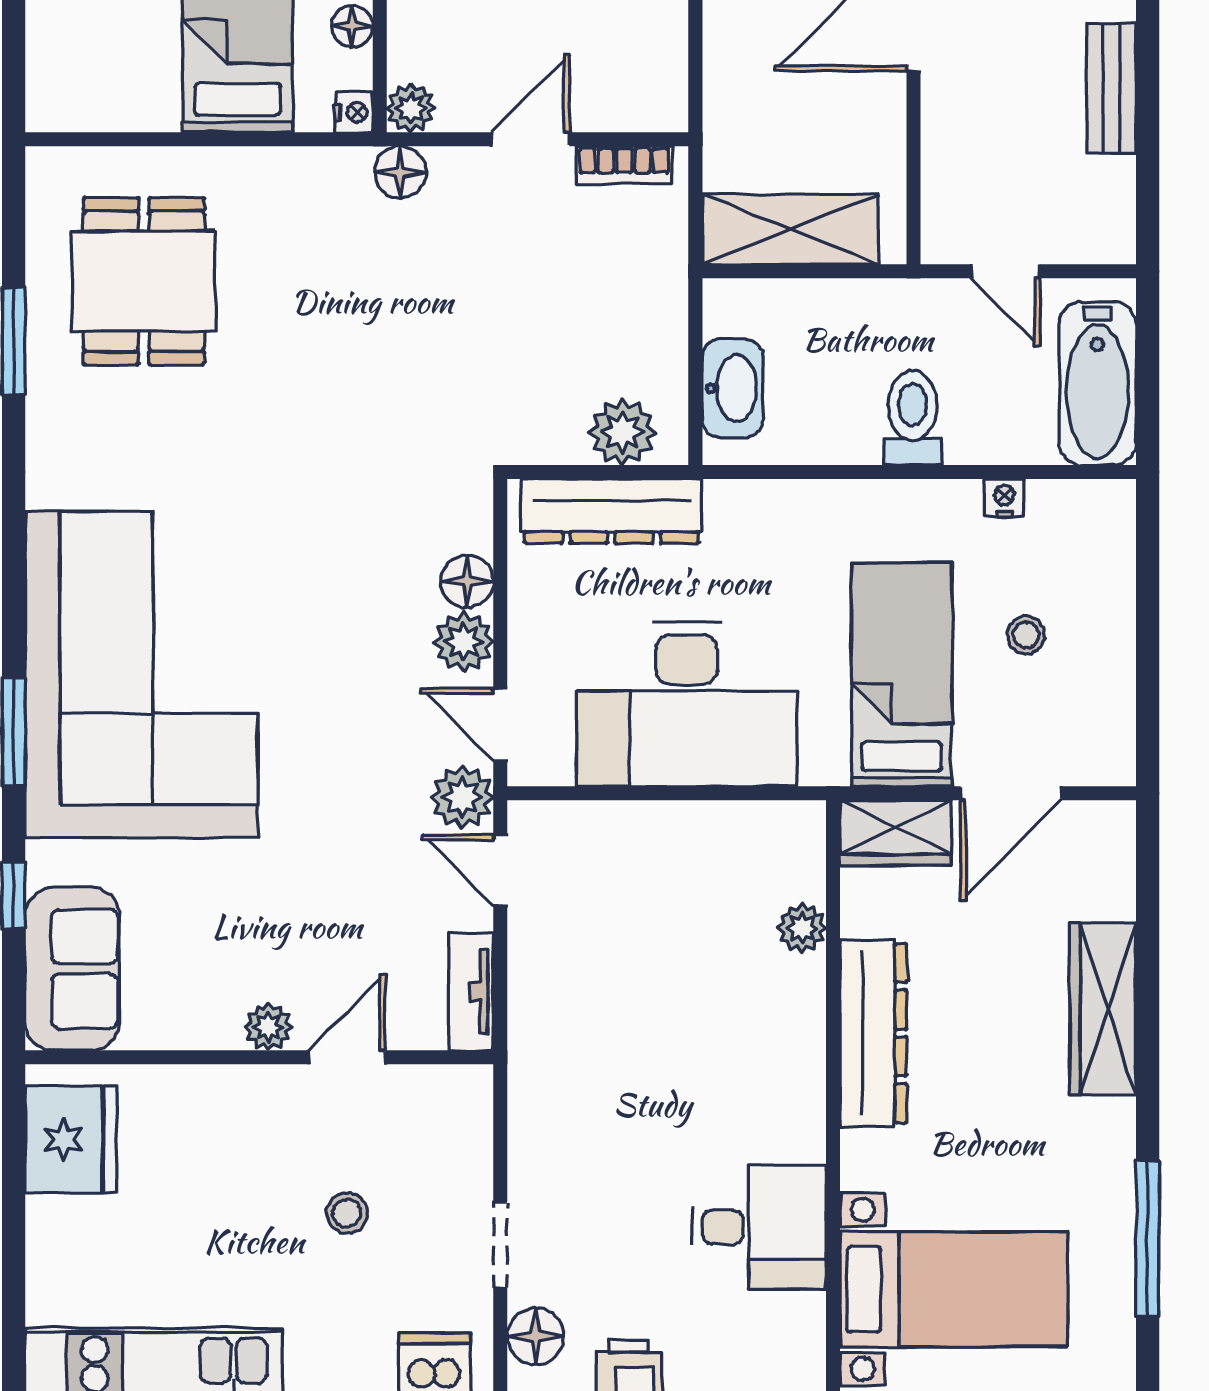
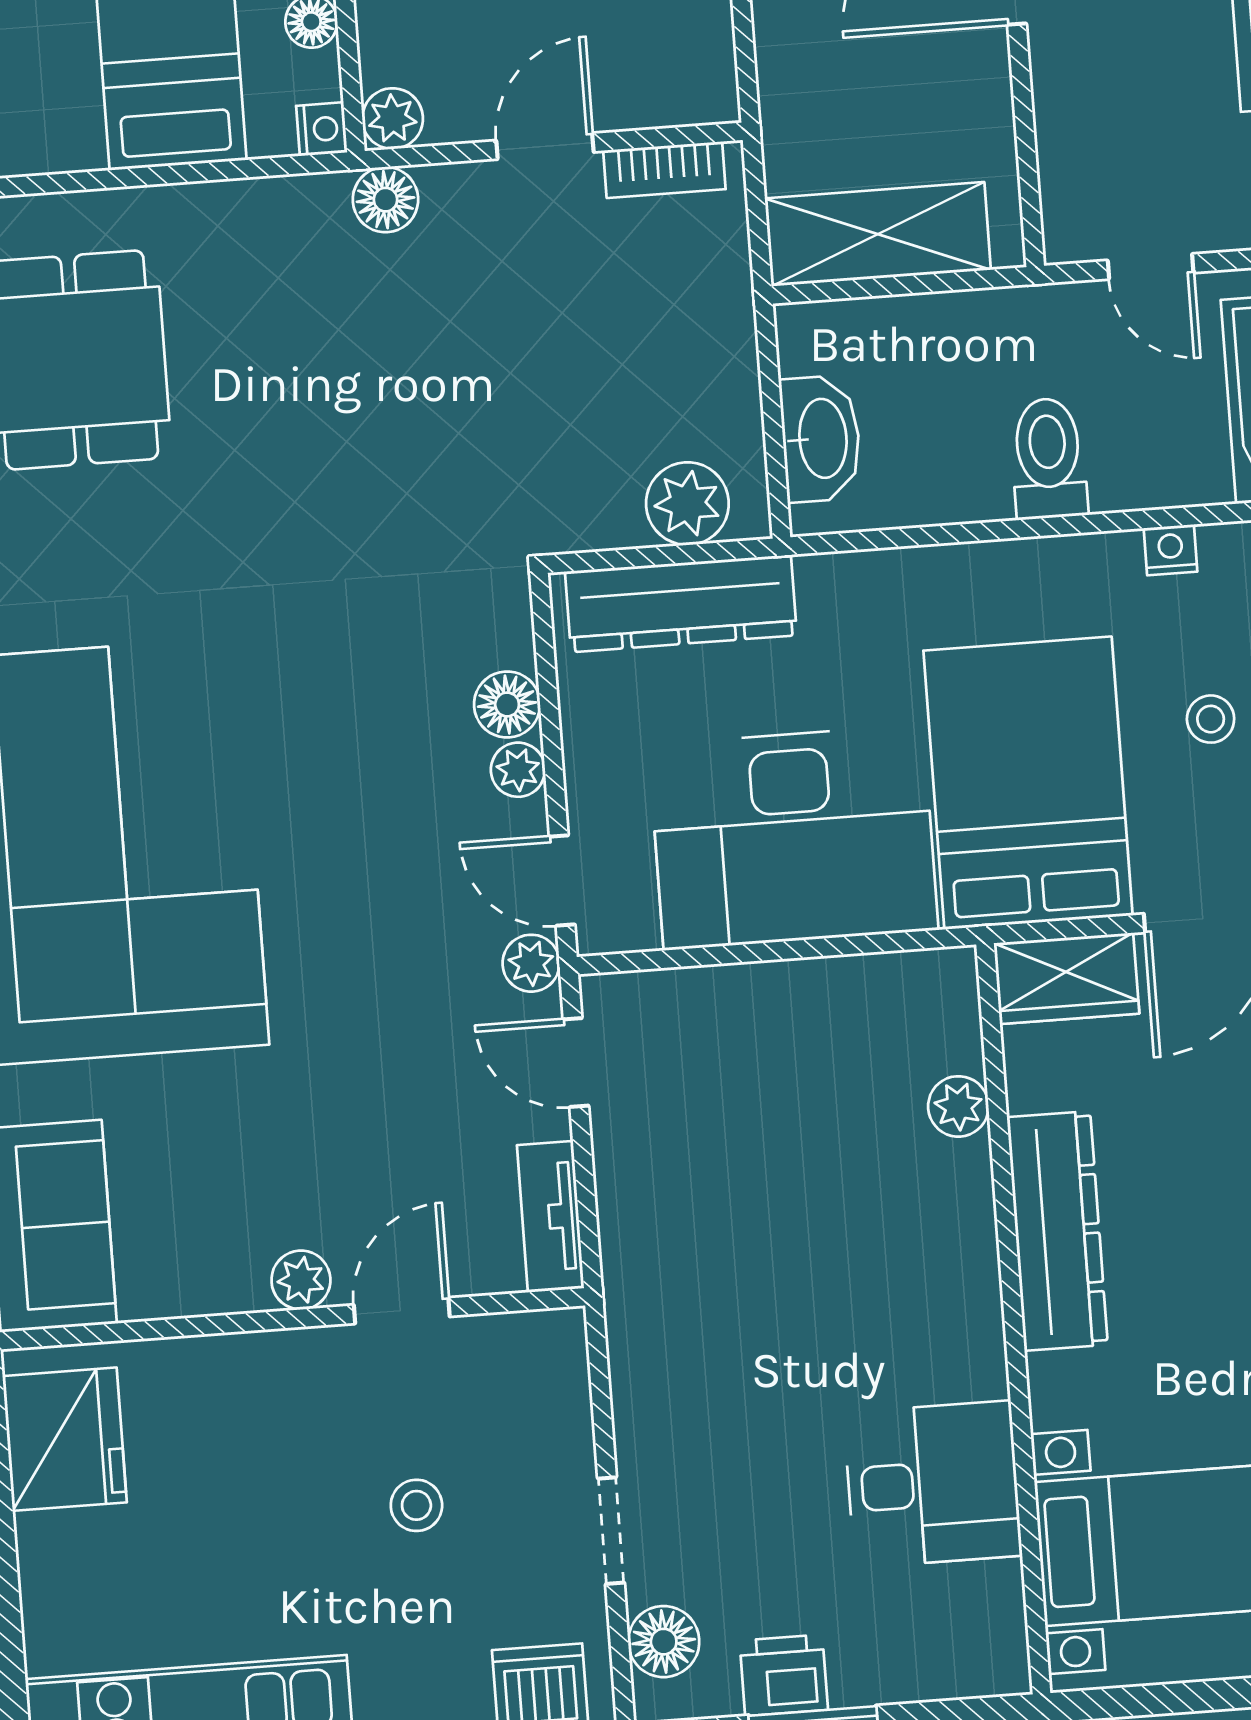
plant: (464, 642) -> (518, 770), width x0.73, depth x0.73
bed: (902, 675) -> (1028, 783), width x1.50
plant: (462, 797) -> (531, 963), width x0.73, depth x0.73

